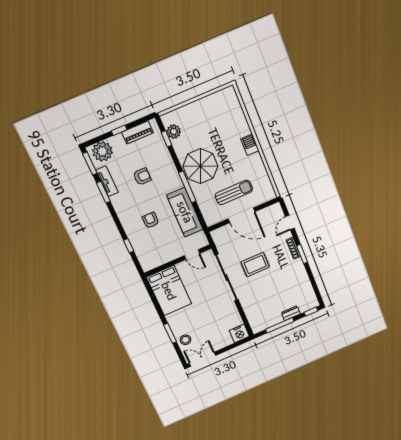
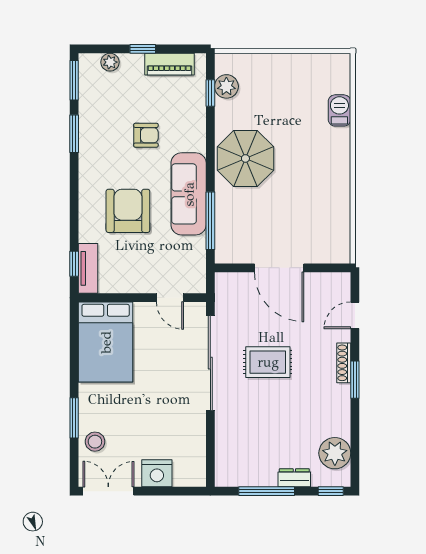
barbecue: (250, 145) -> (339, 110), moved
plant: (102, 151) -> (110, 62), width x0.53, depth x0.53
tv unit: (107, 181) -> (88, 268), moved
window: (187, 187) -> (210, 221), moved
sun lounger: (234, 192) -> (282, 224), removed
sofa: (185, 212) -> (189, 194), moved
armchair: (151, 220) -> (128, 211), width x1.88, depth x1.88
window: (129, 246) -> (74, 264), moved
plant: (306, 293) -> (335, 453), added
nightstand: (239, 333) -> (157, 473), moved

